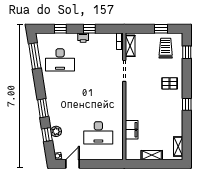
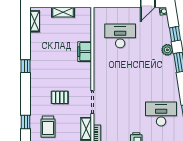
pallet: (170, 83) -> (60, 97), moved
filing cabinet: (132, 130) -> (85, 52), moved
plant: (56, 131) -> (167, 50), moved

